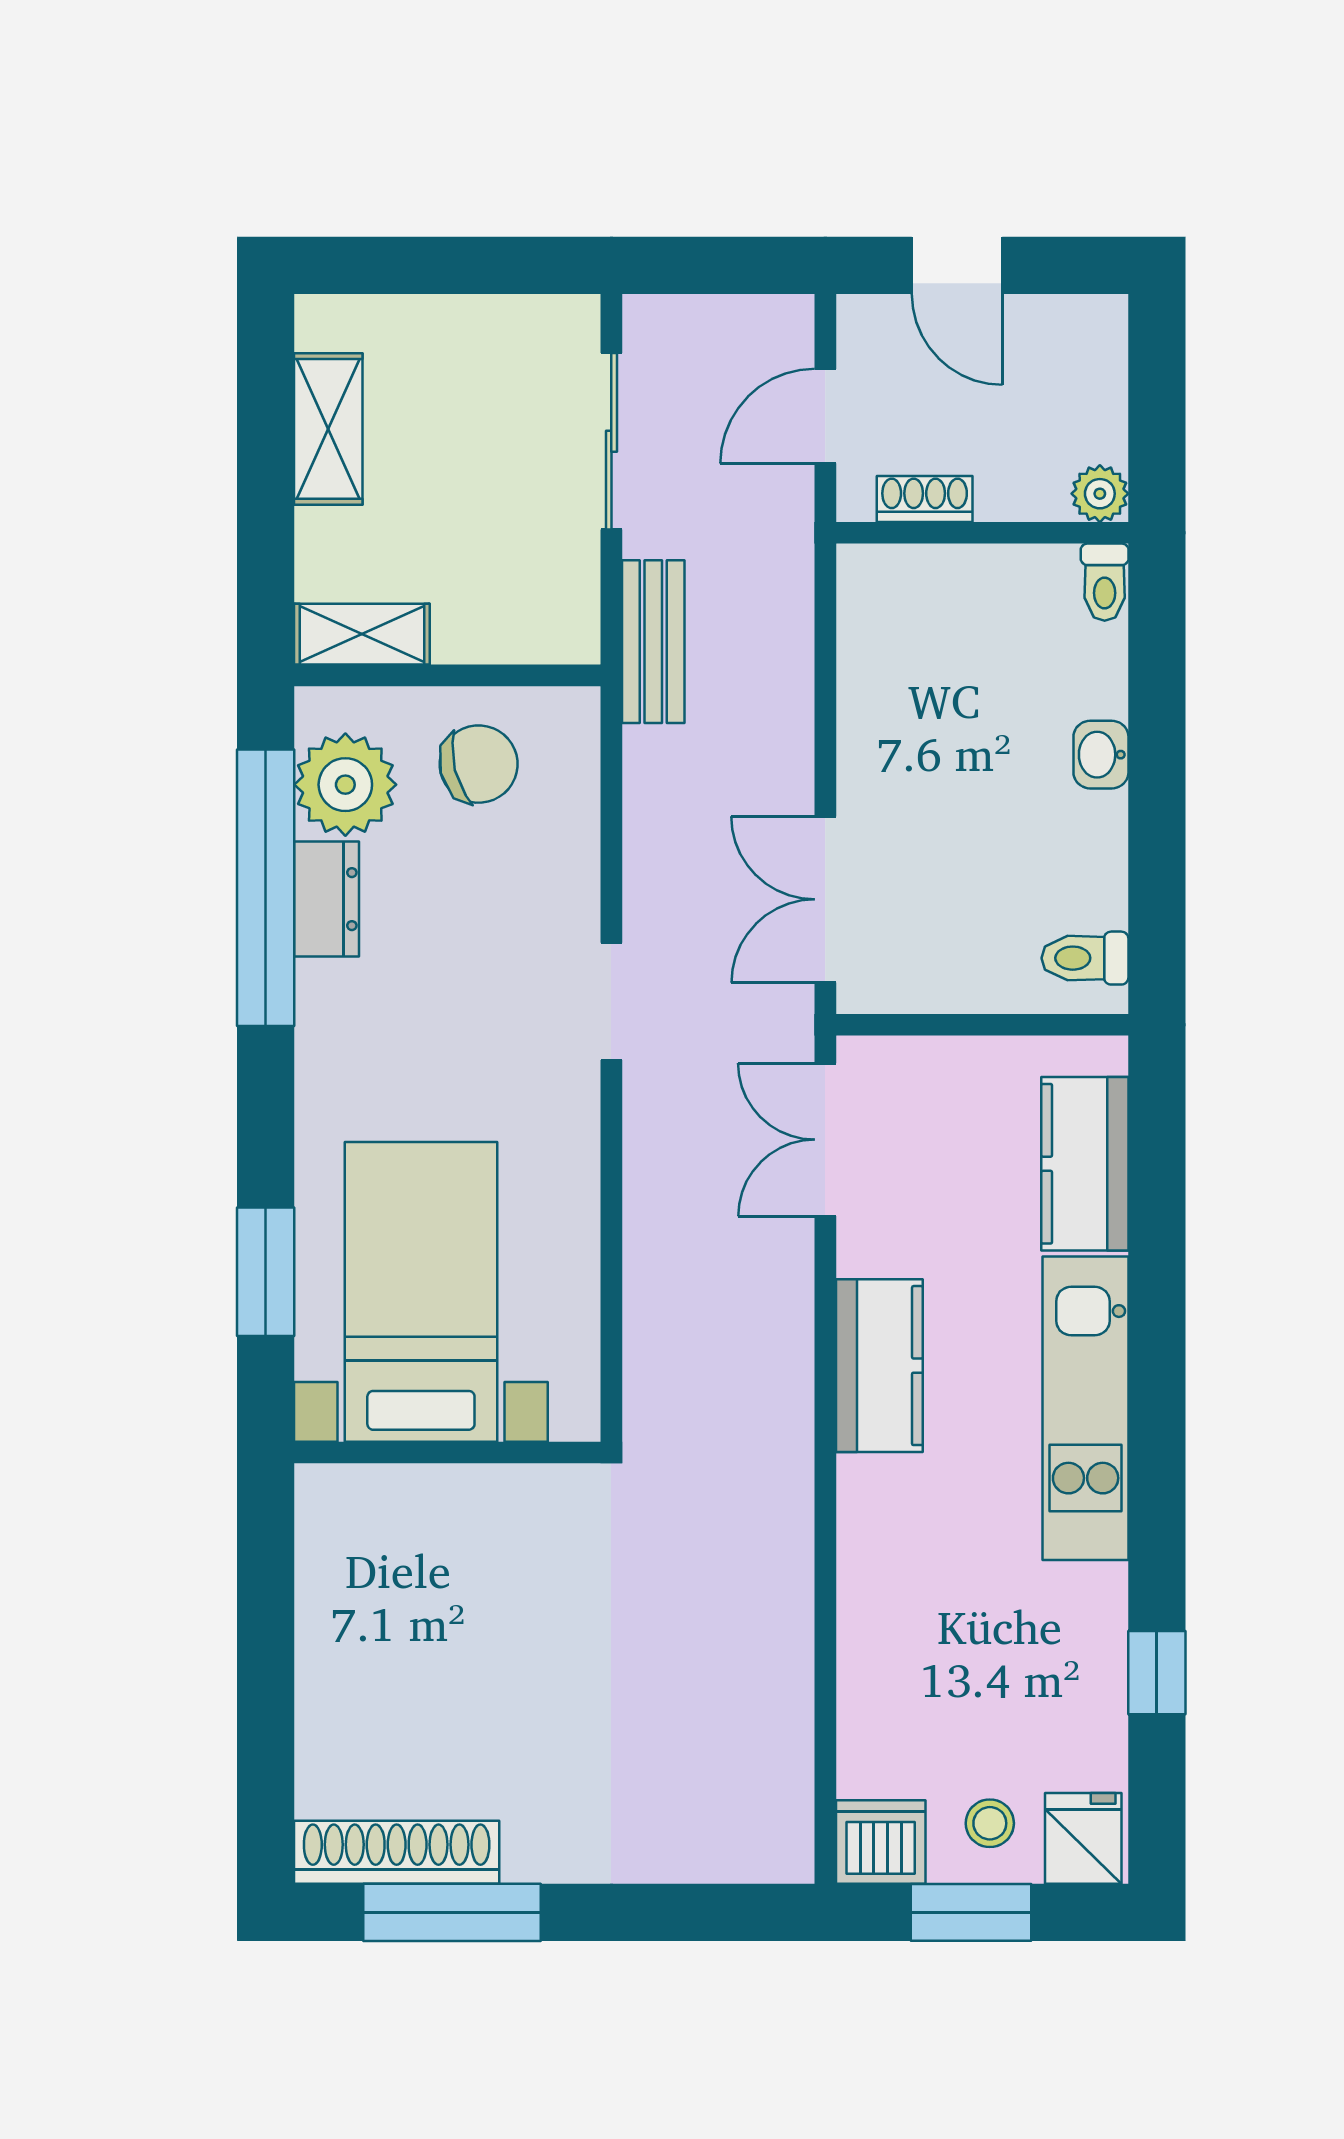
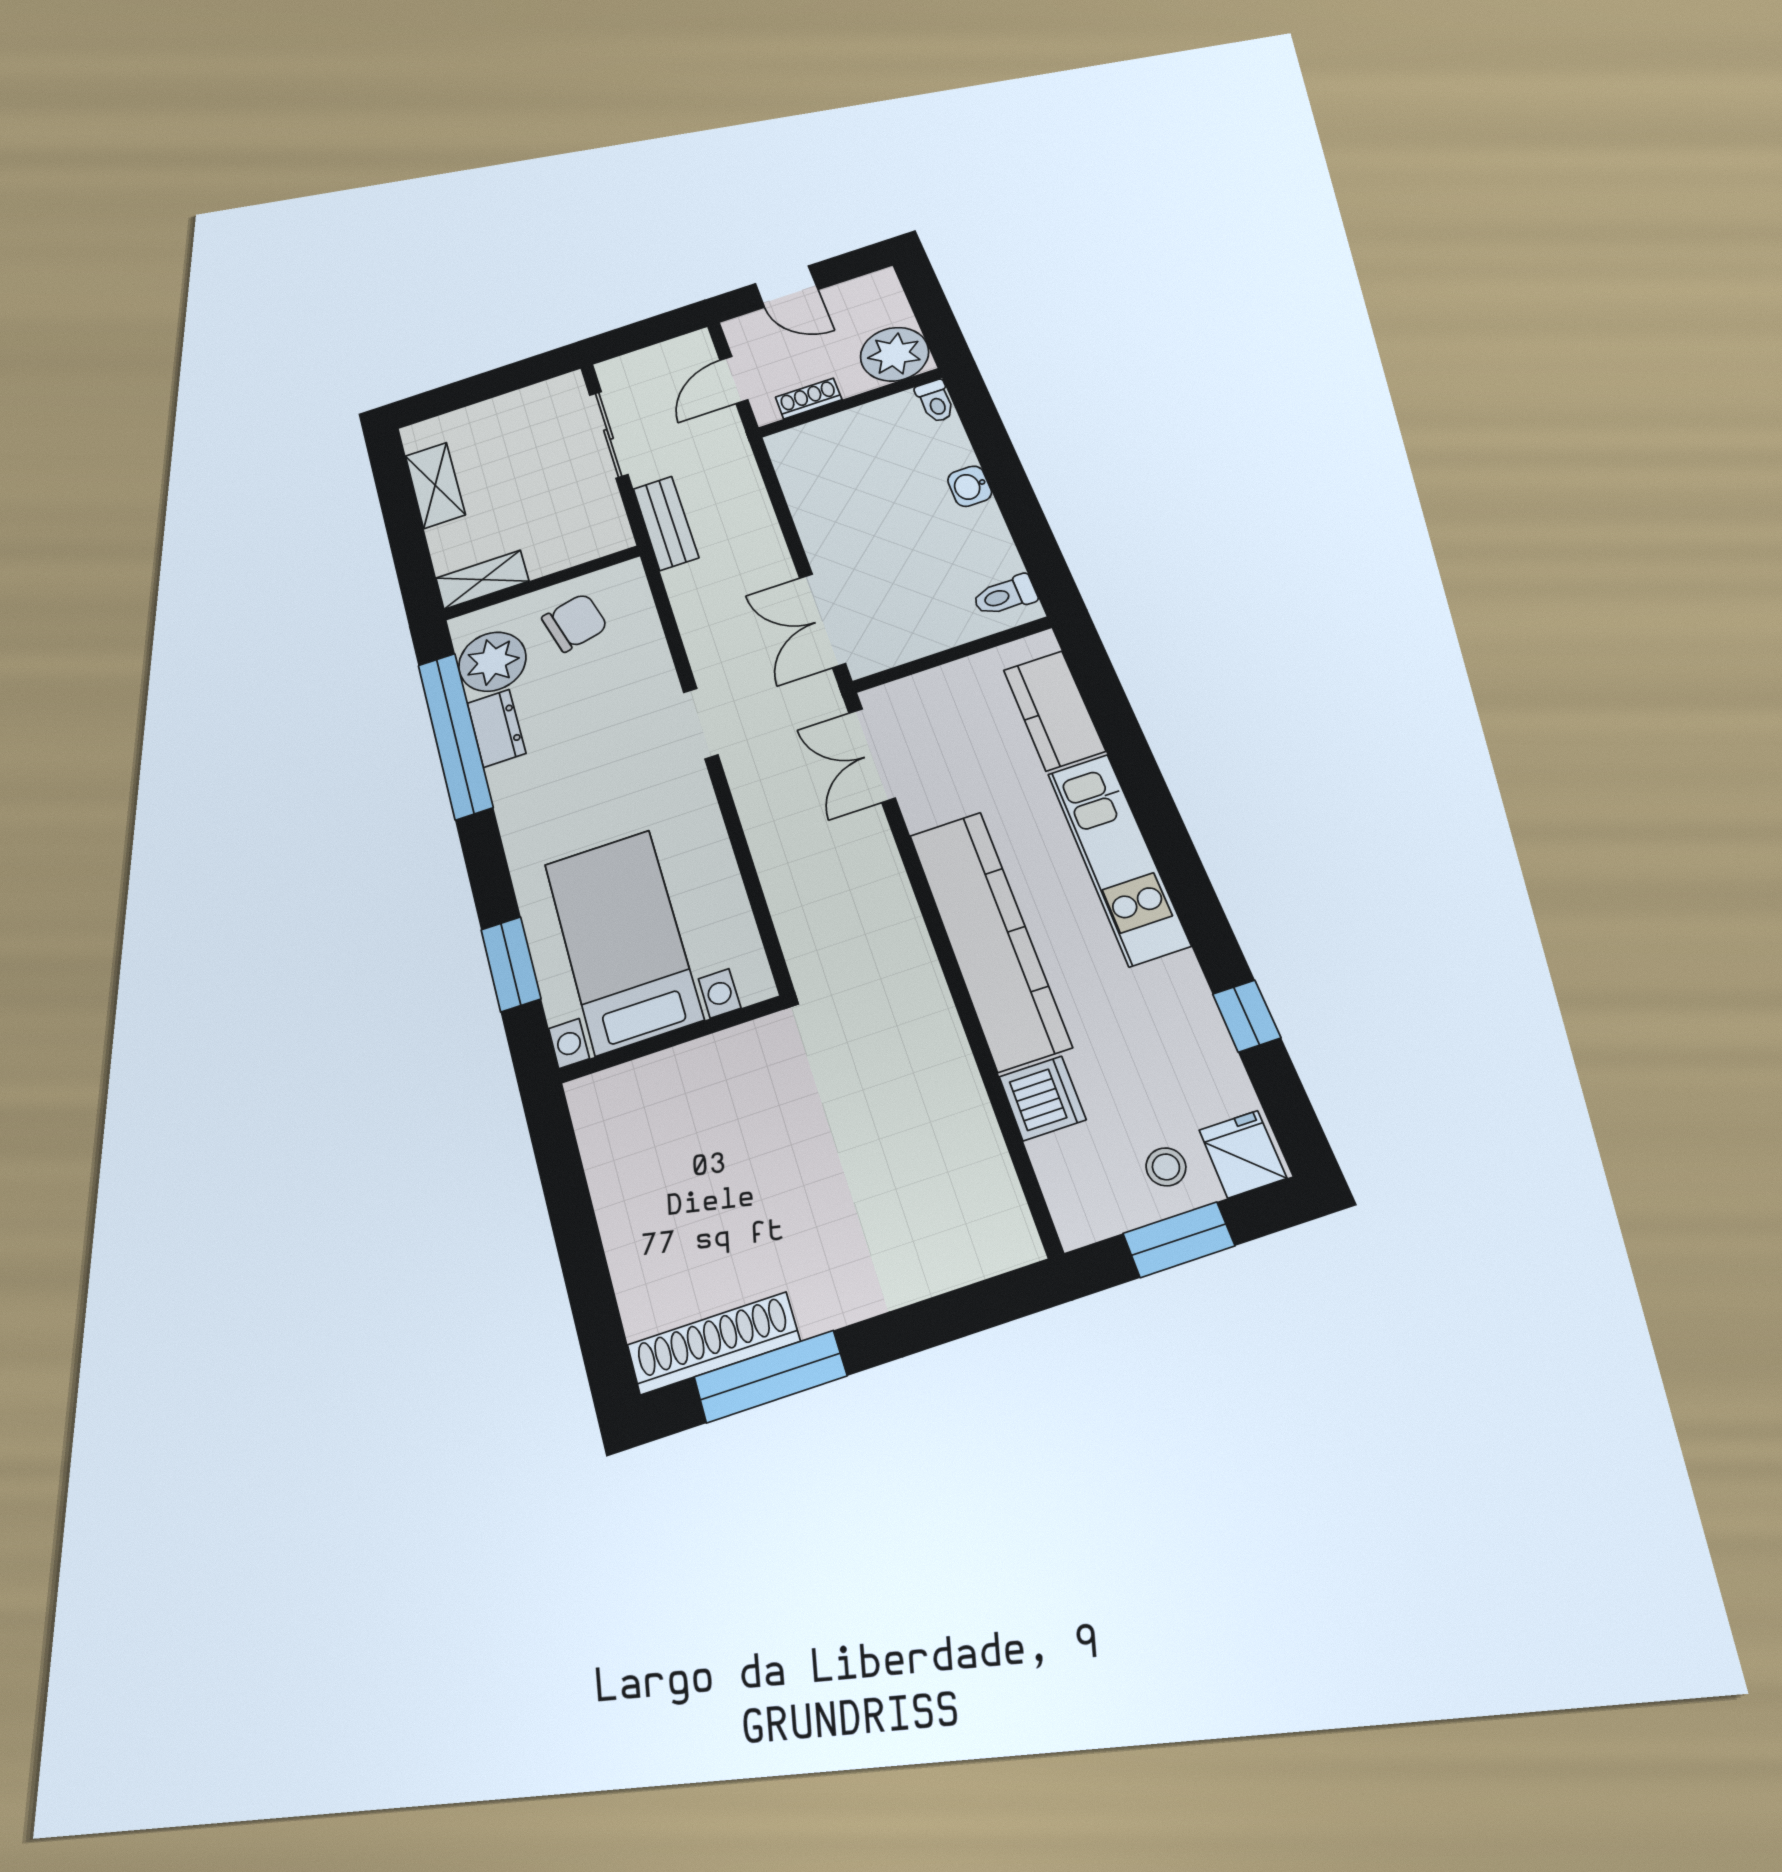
plant: (1100, 494) -> (895, 354), width x1.87, depth x1.87
kitchen counter: (879, 1366) -> (989, 938), width x2.08, depth x1.17
dishwasher: (881, 1842) -> (1042, 1098), moved, turned 90

